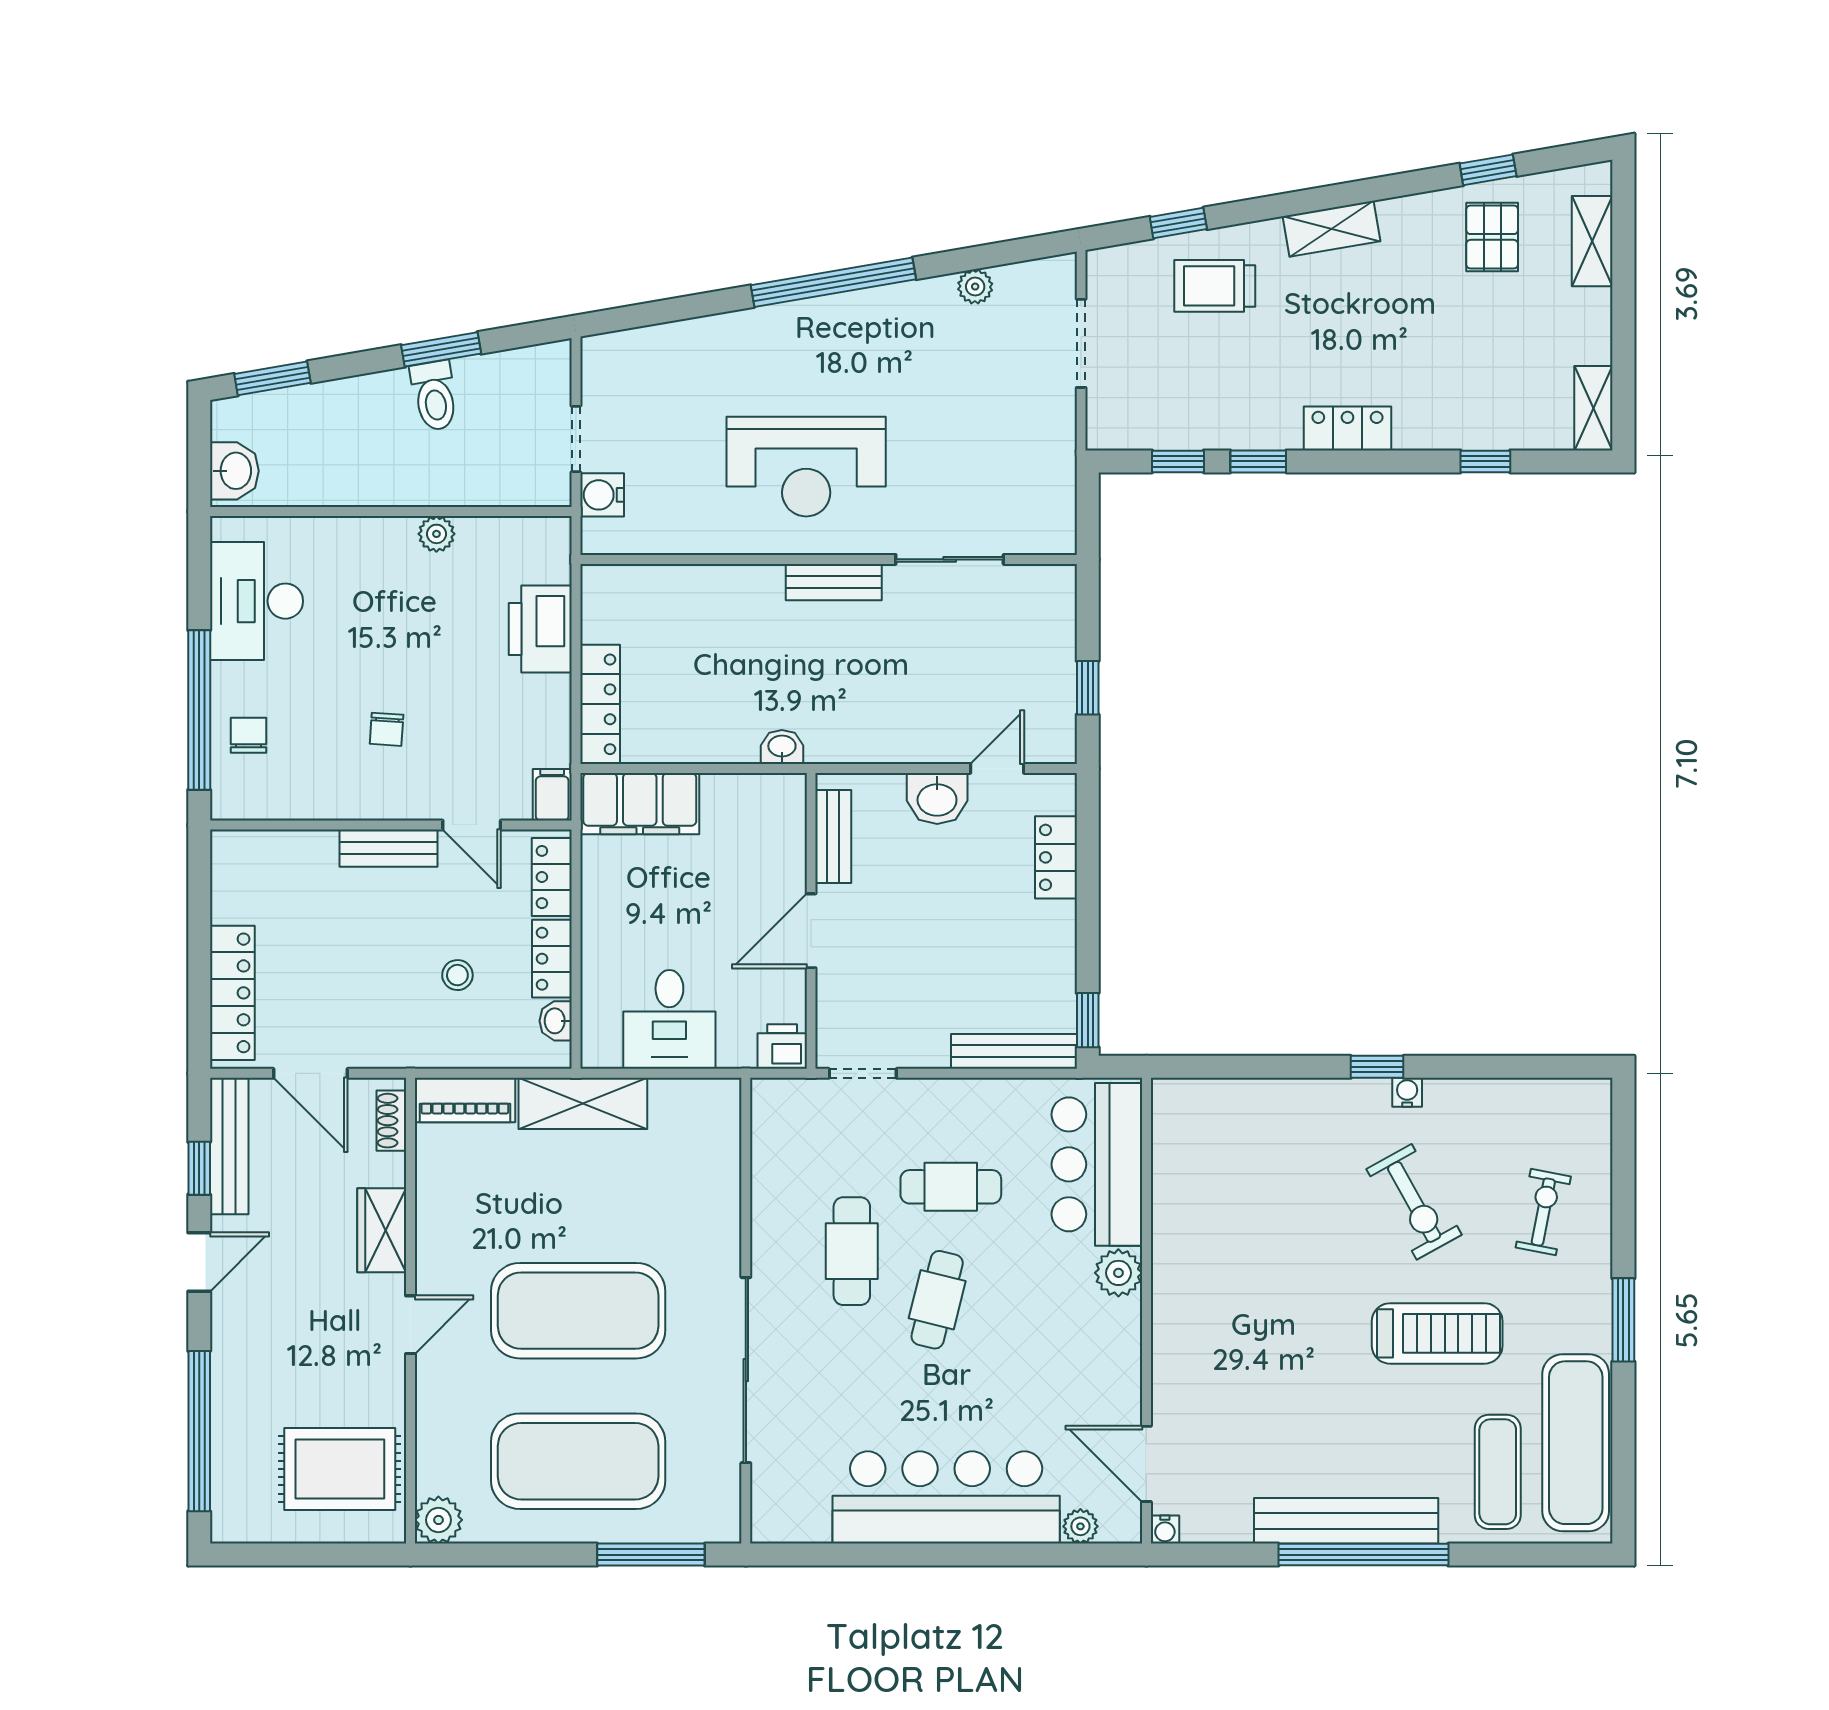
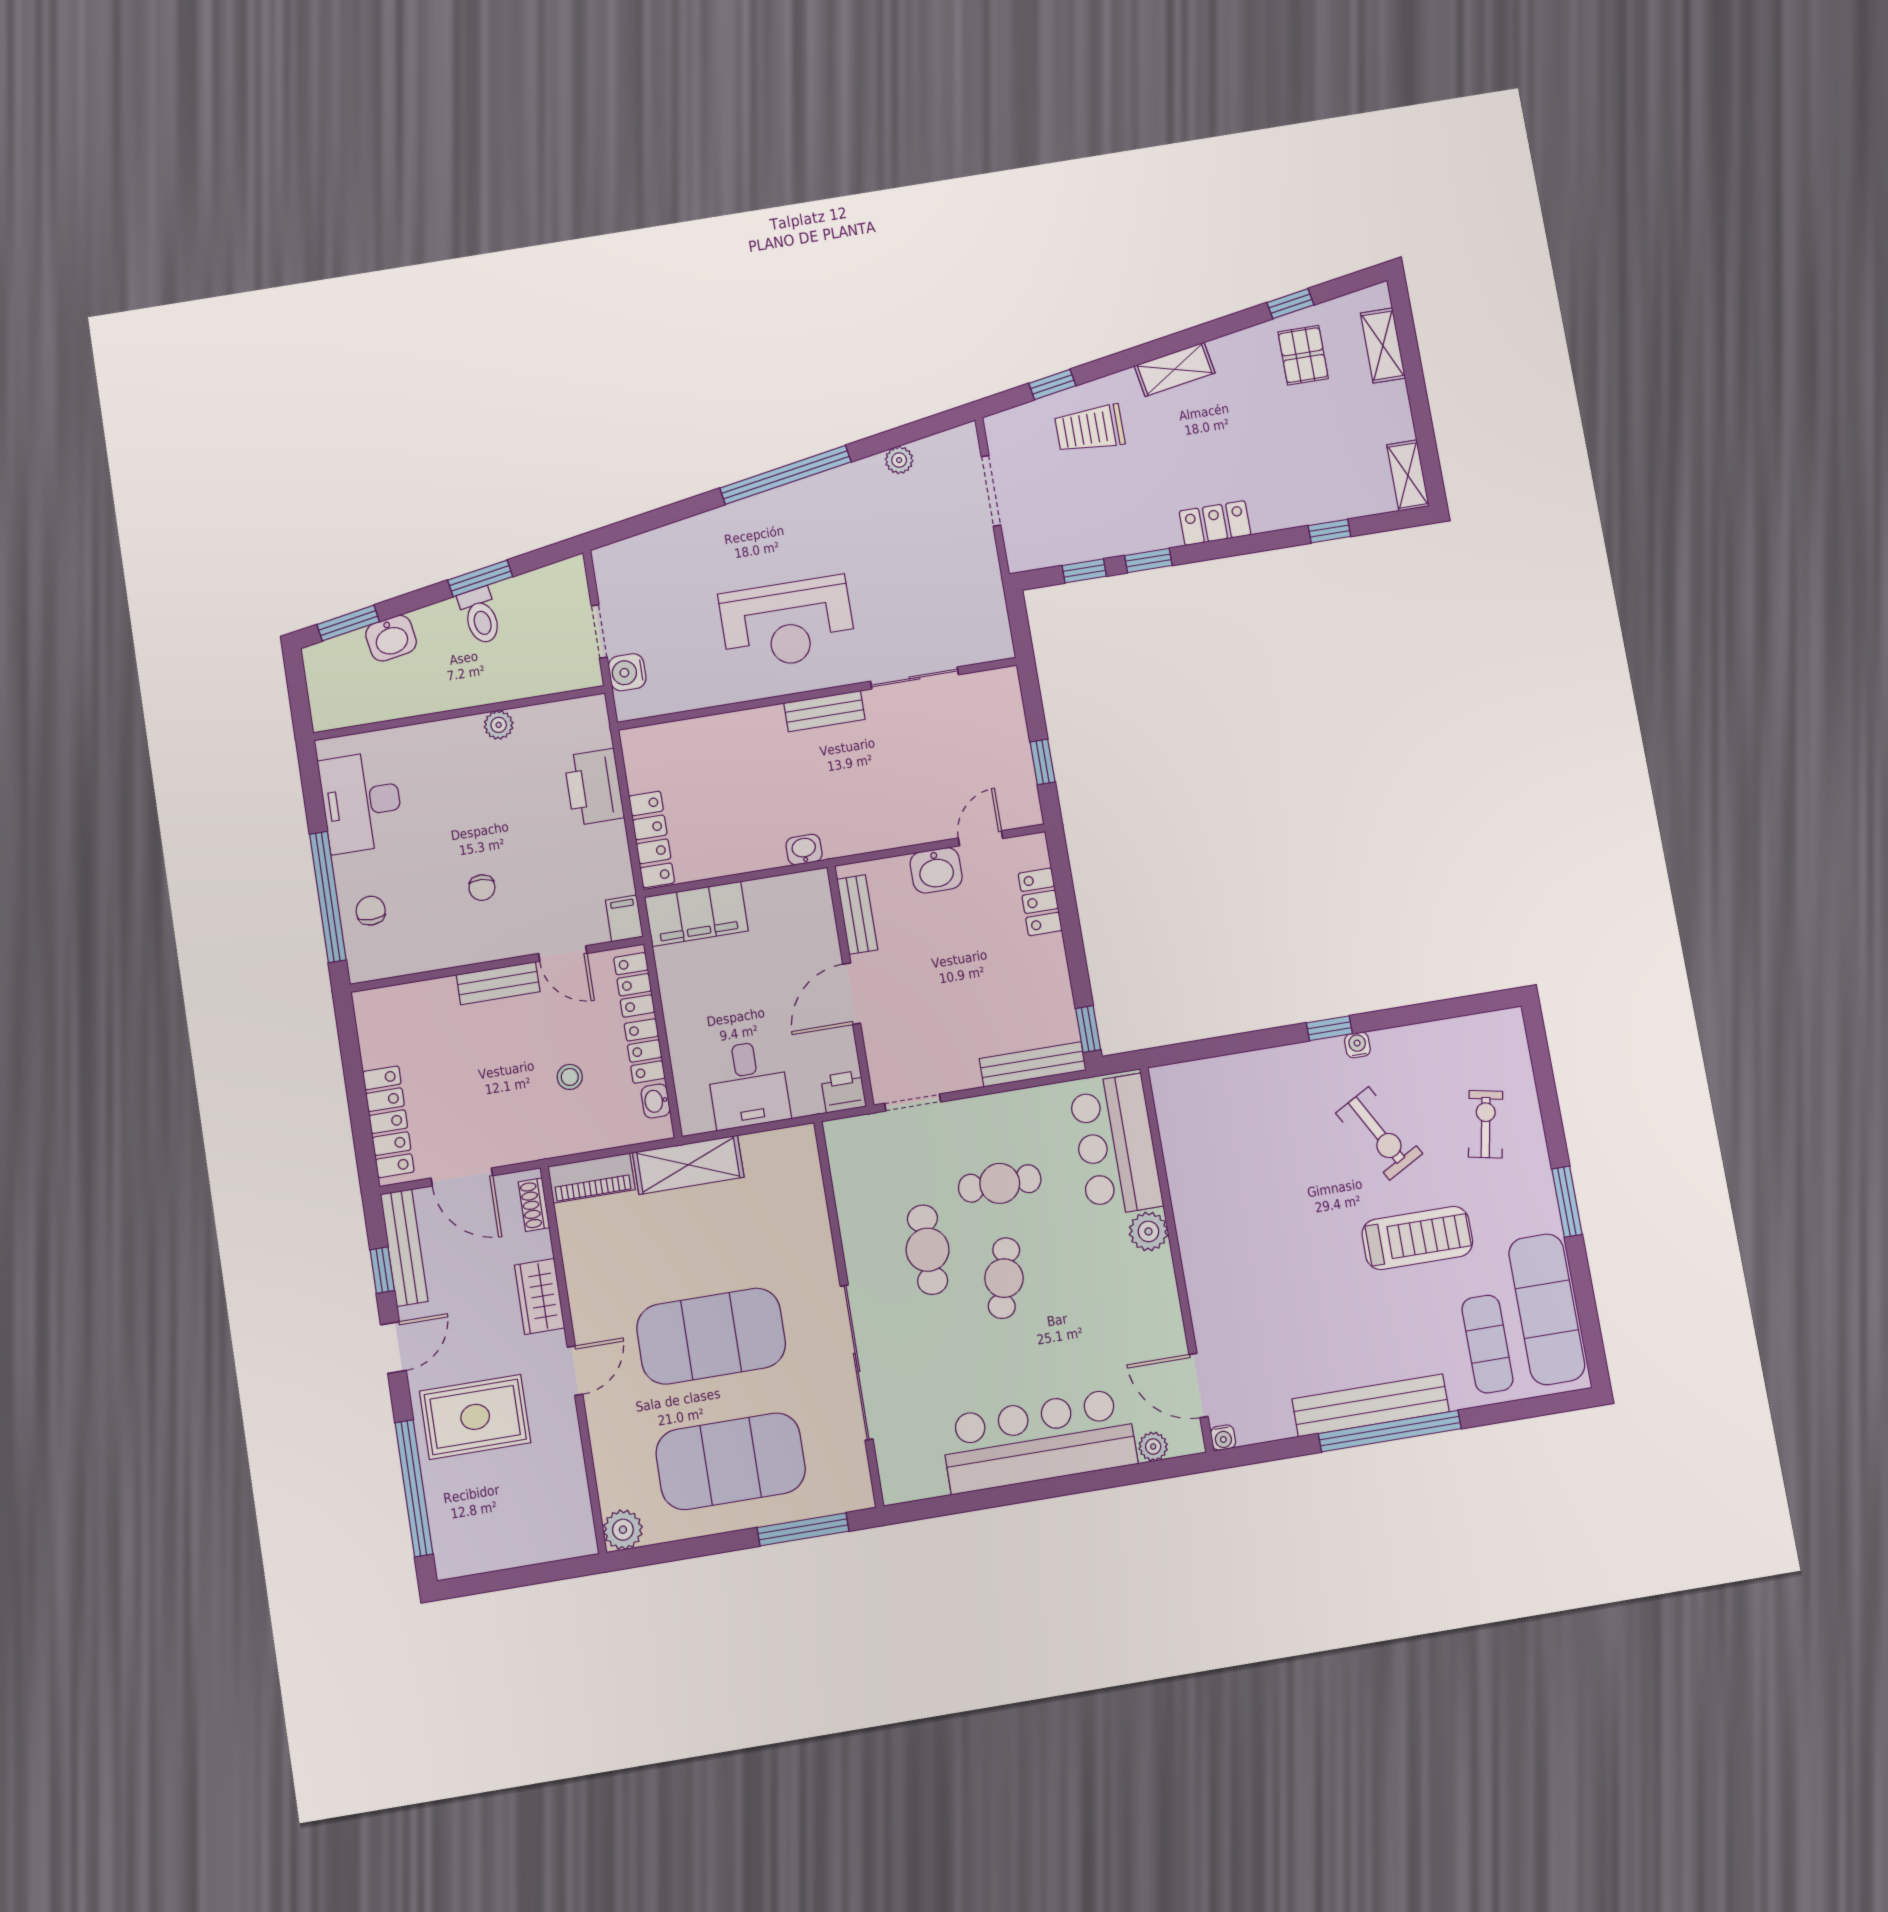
washbasin: (234, 471) -> (391, 638), moved, turned 80
rug: (340, 1469) -> (475, 1417), moved

